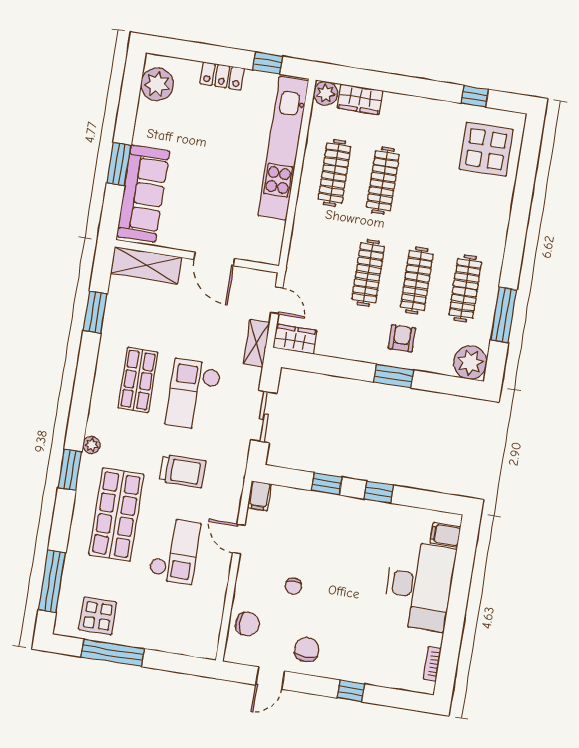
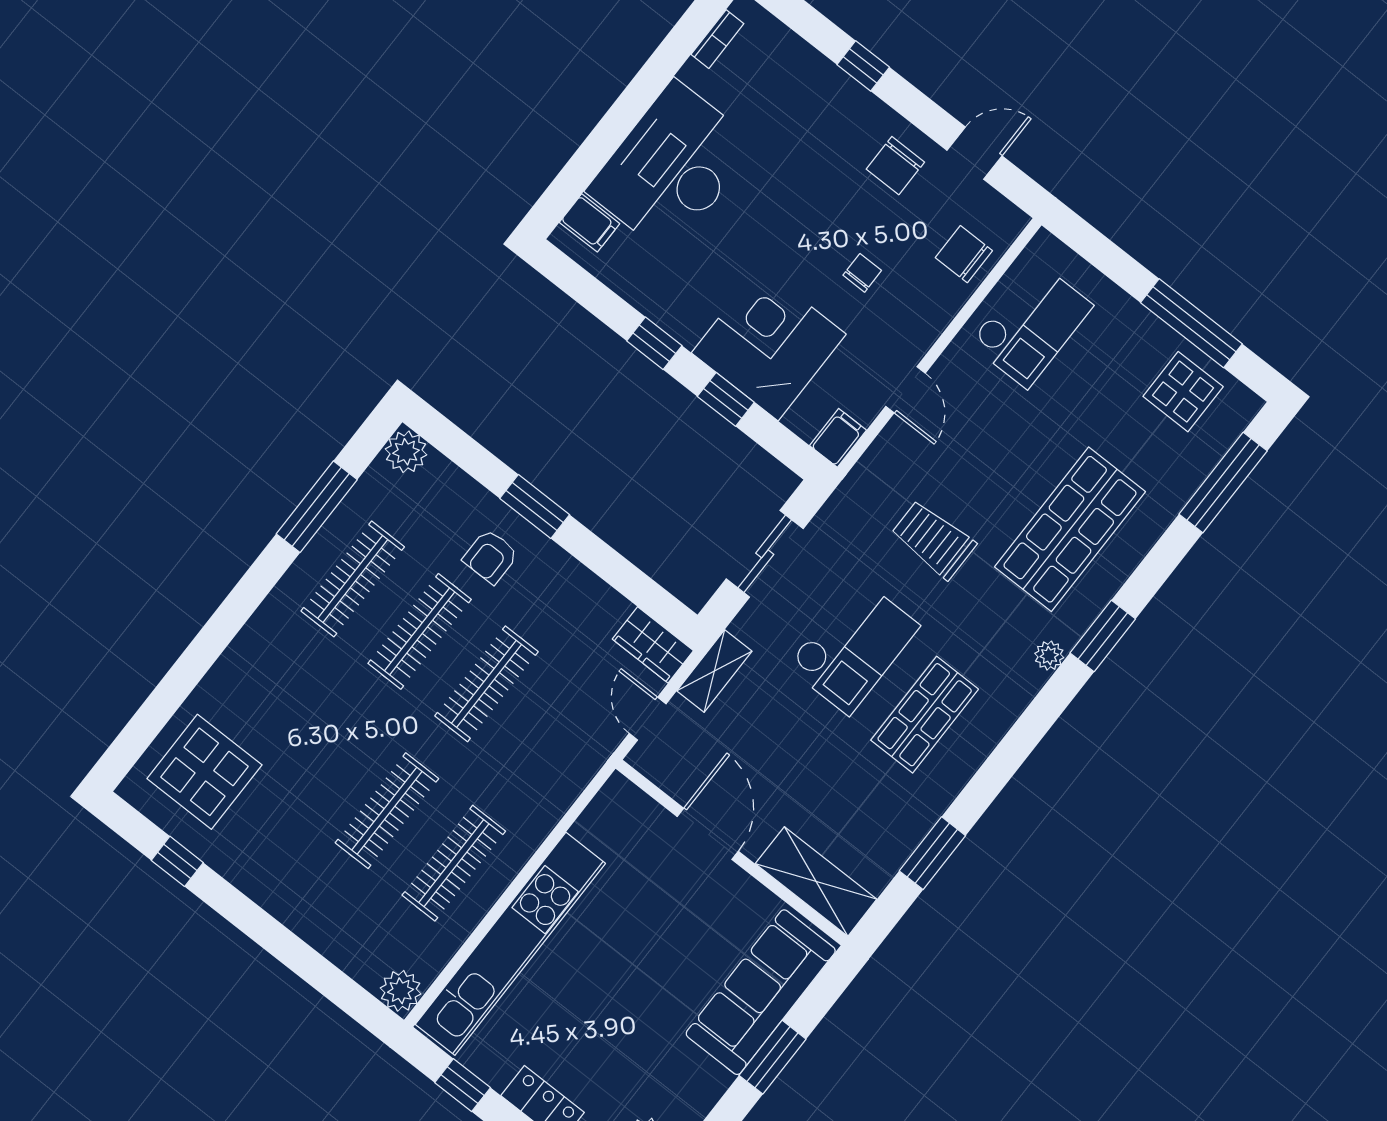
wardrobe: (360, 99) -> (353, 953), removed
plant: (470, 363) -> (406, 452), width x0.73, depth x0.73
corner desk: (321, 524) -> (769, 343), added
checkout: (175, 551) -> (1031, 324), moved, turned 180

